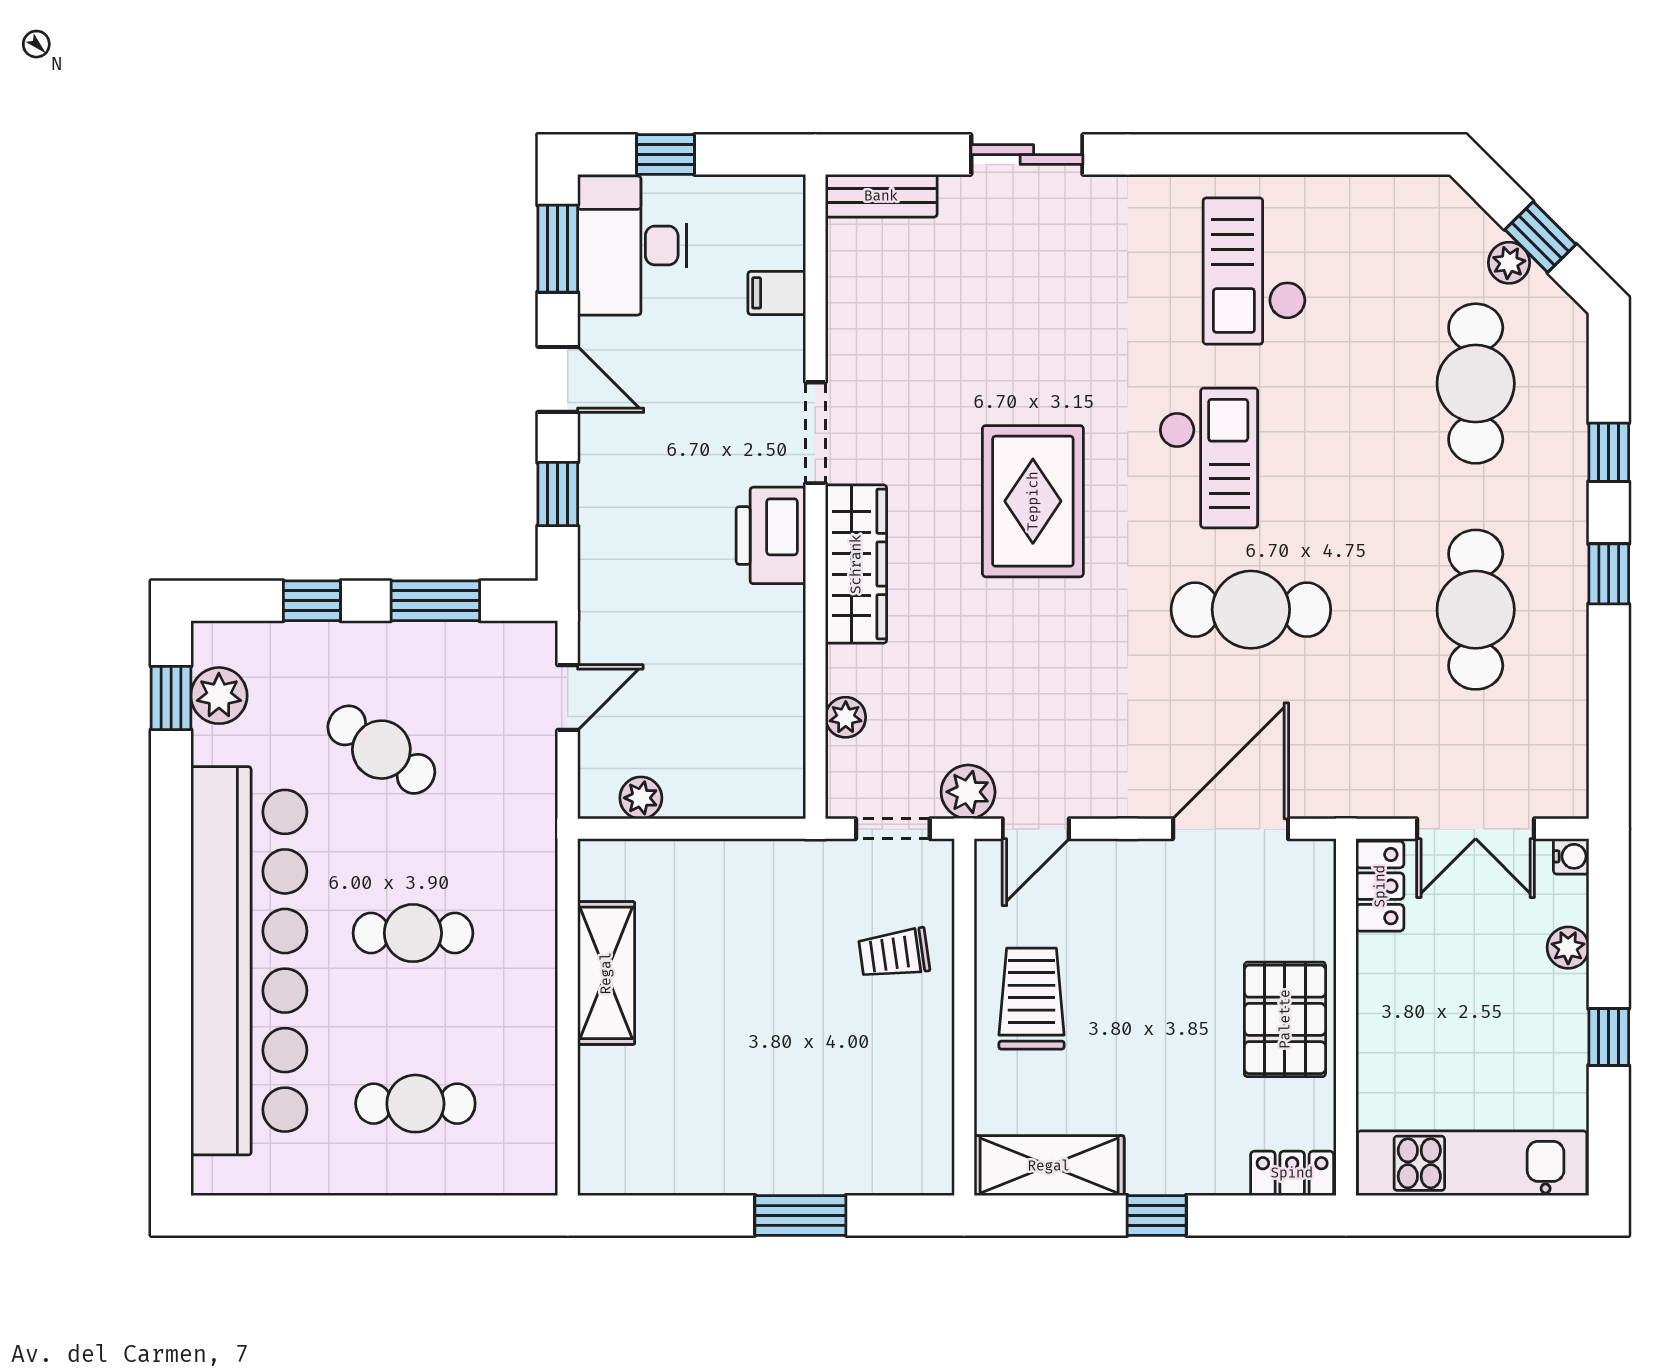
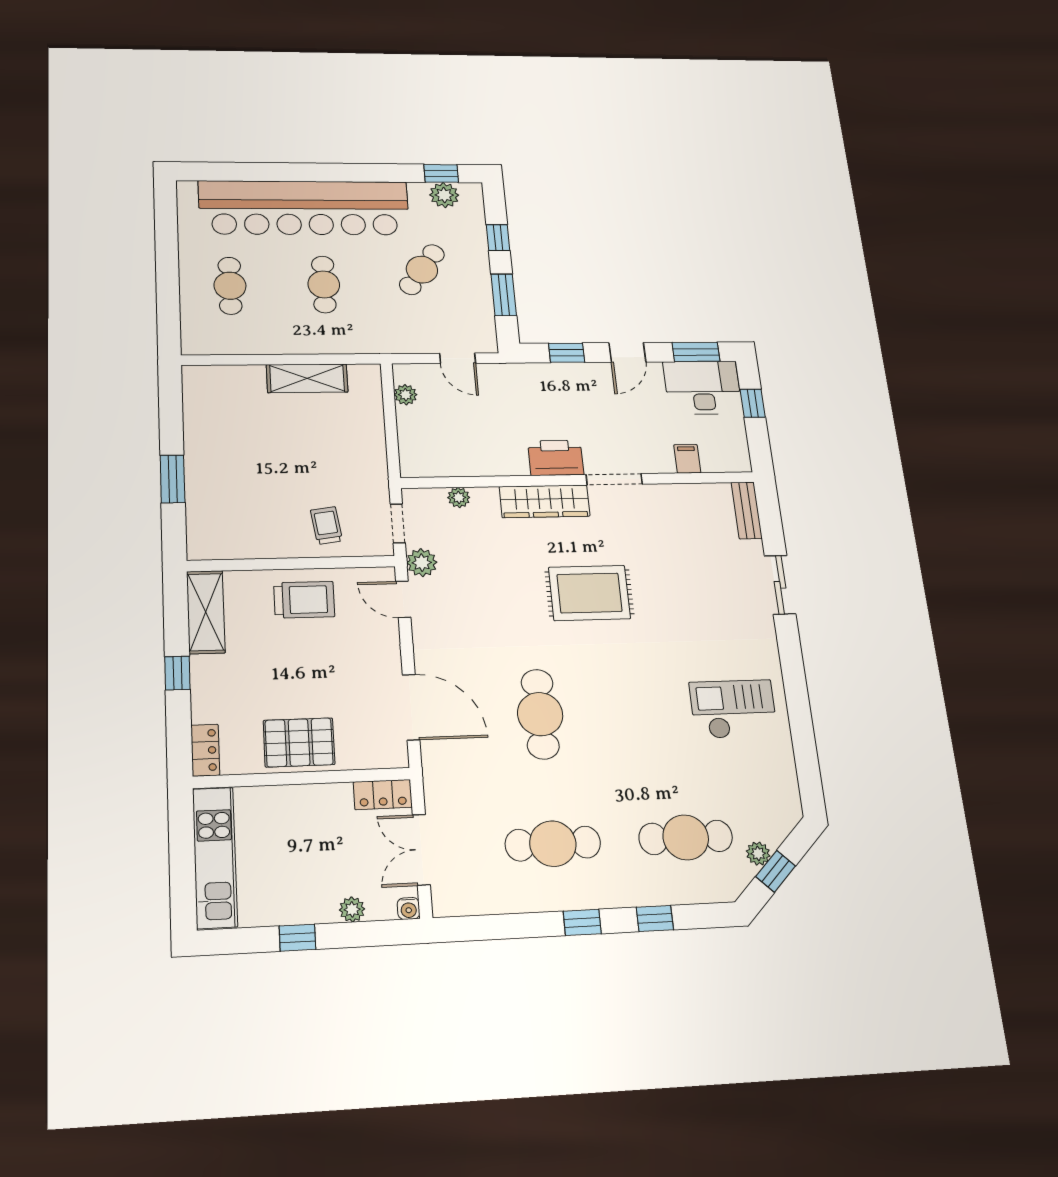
checkout: (1209, 458) -> (625, 687), removed

